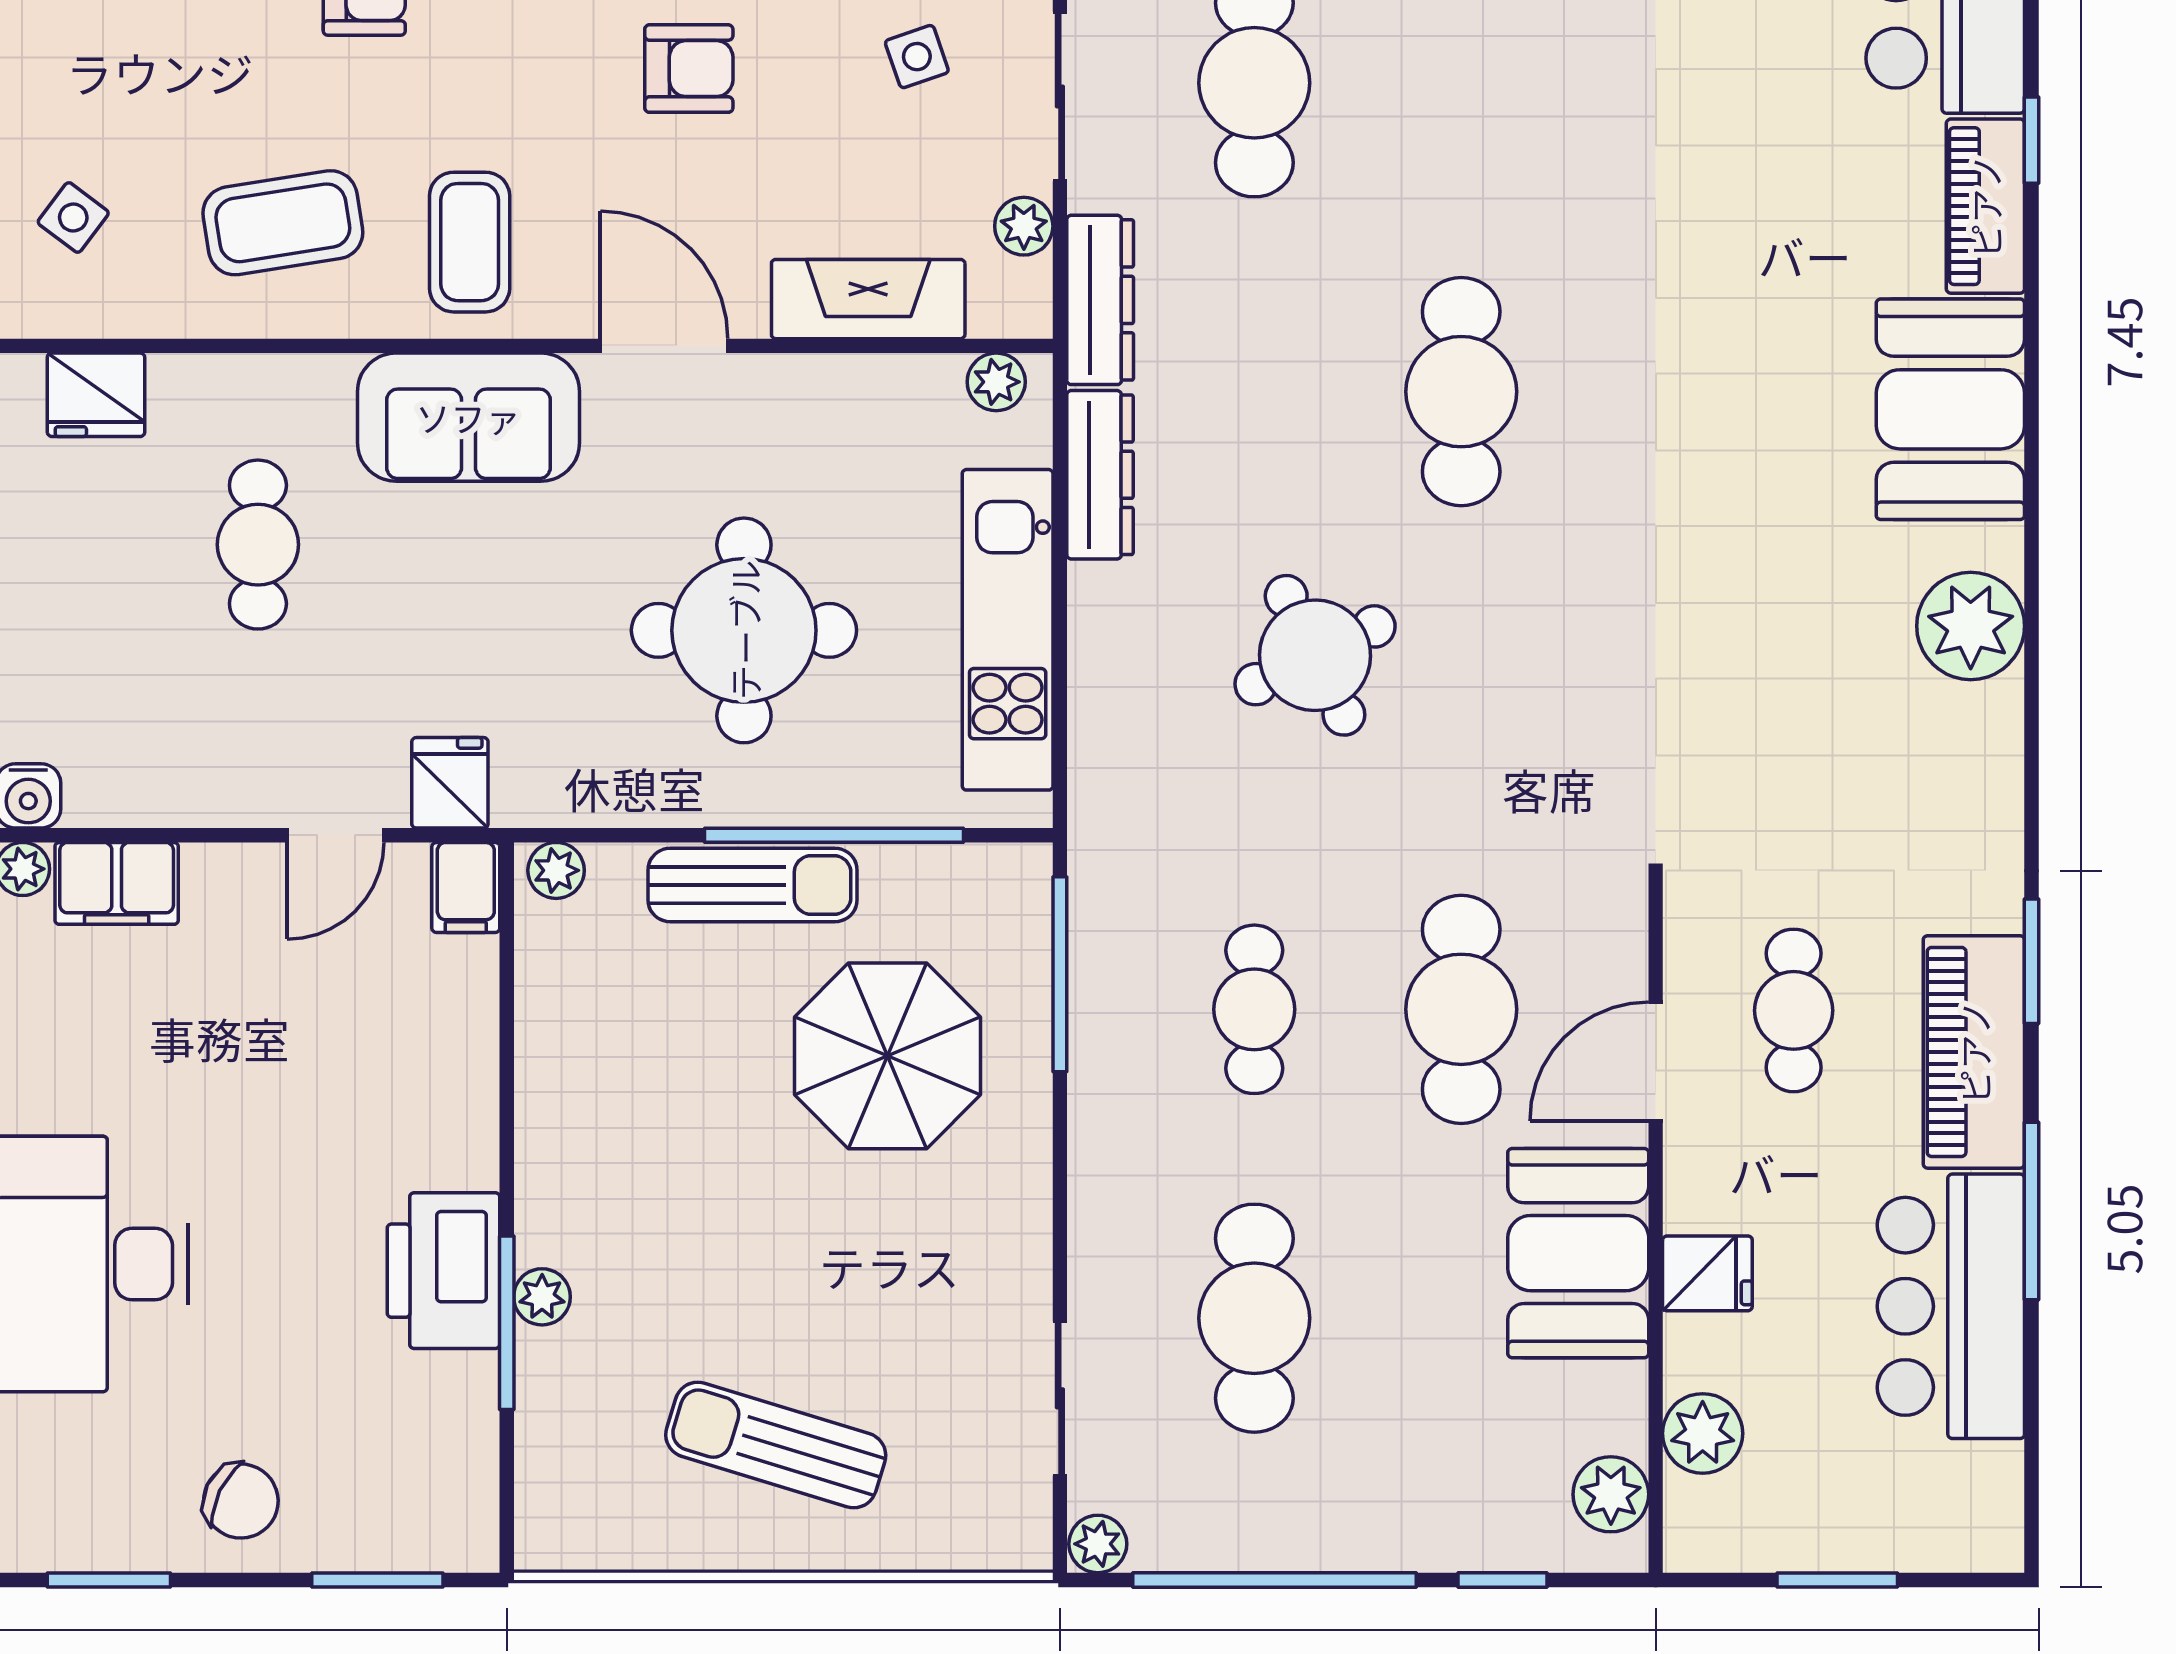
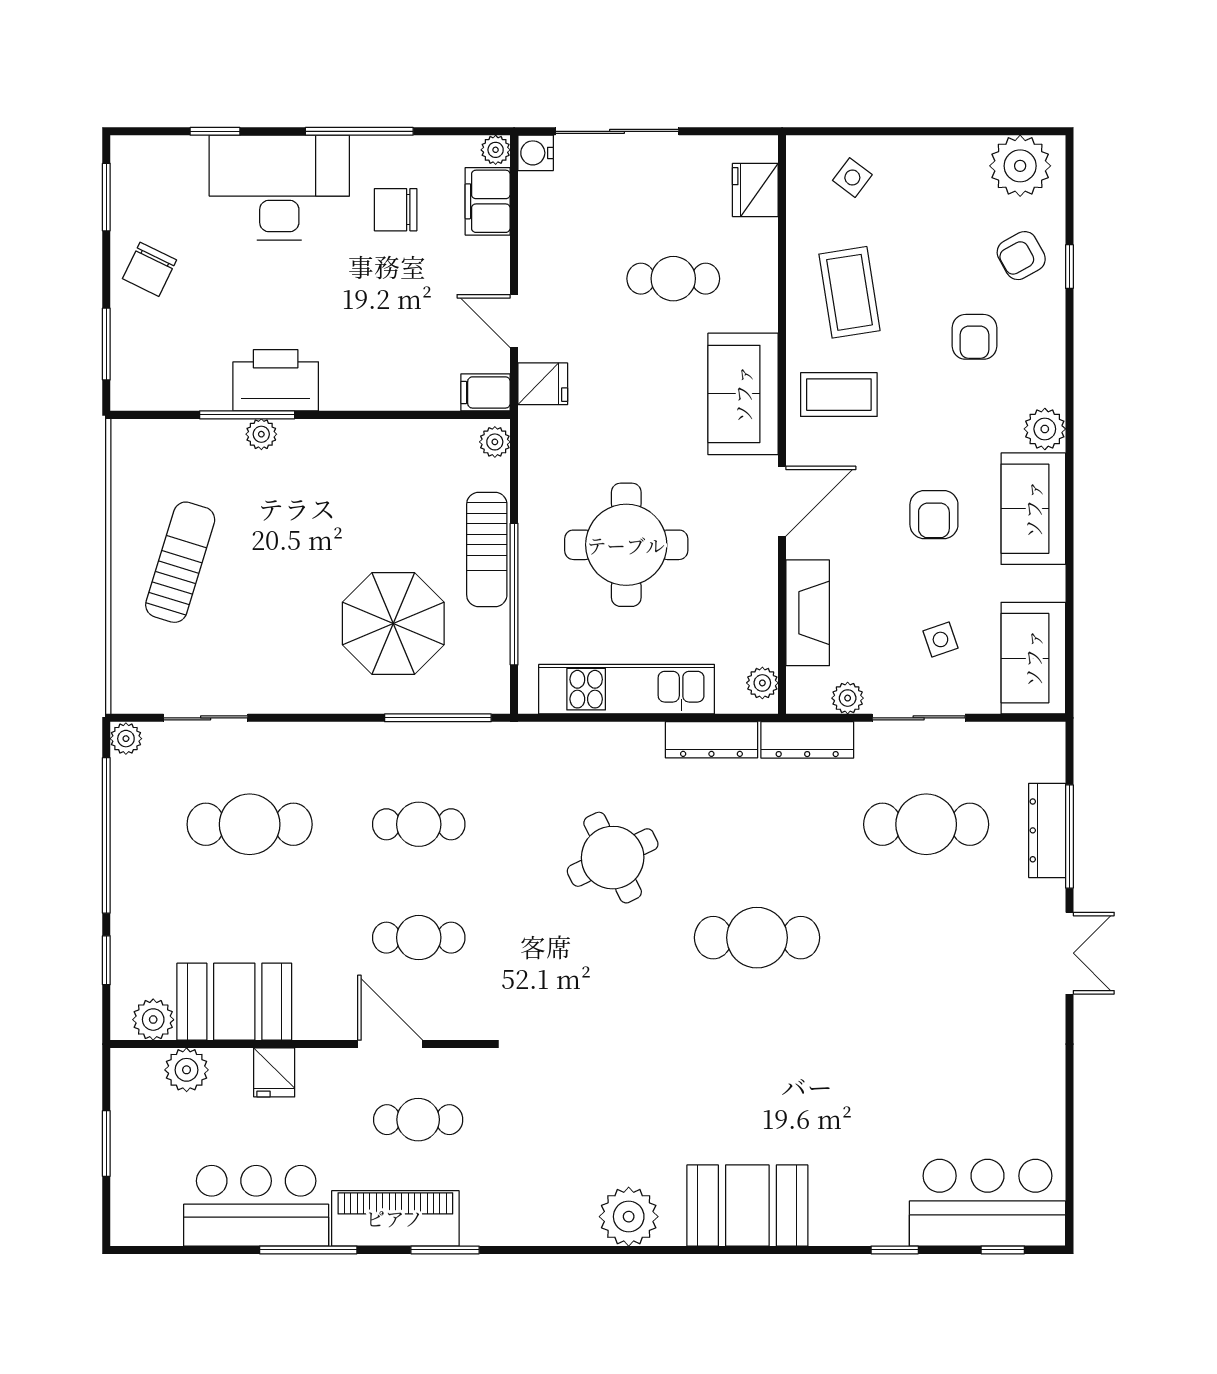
piano: (1985, 206) -> (859, 1225), removed
cafe table: (1461, 1009) -> (419, 938), width x0.73, depth x0.74
chair: (132, 1052) -> (396, 210), added
booth: (1578, 1253) -> (234, 1002), moved

